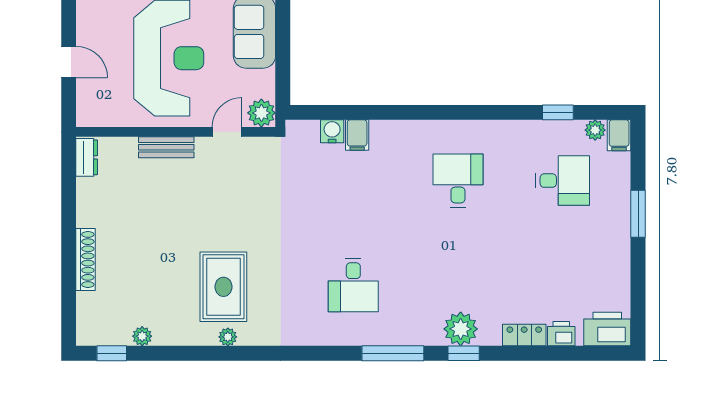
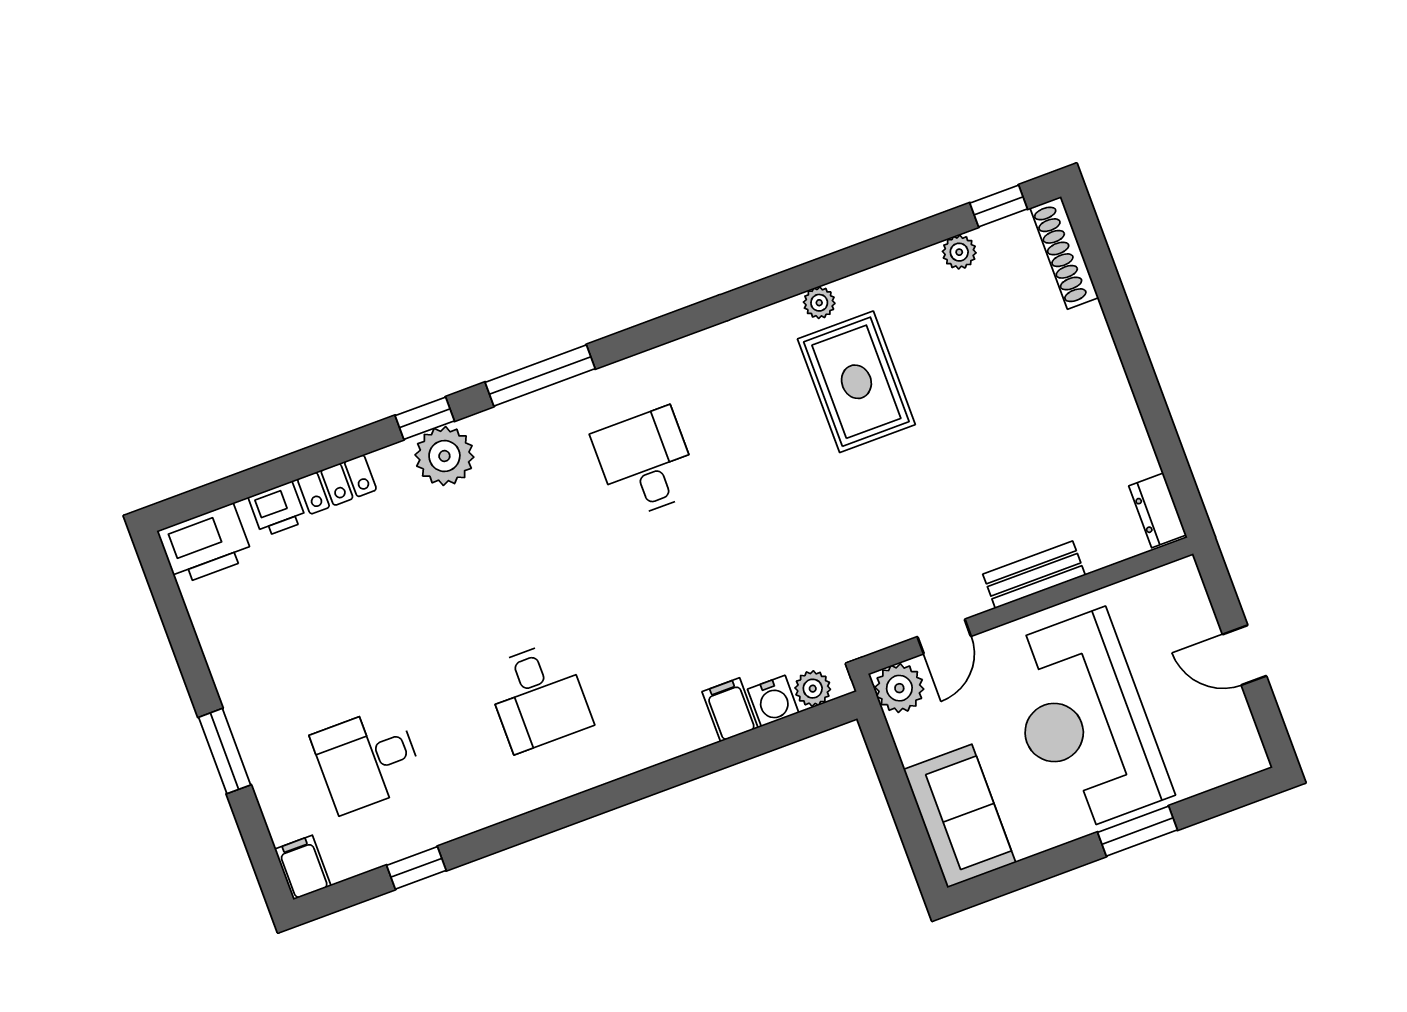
plant: (595, 130) -> (813, 689), moved
shoe rack: (86, 260) -> (1064, 253), moved

